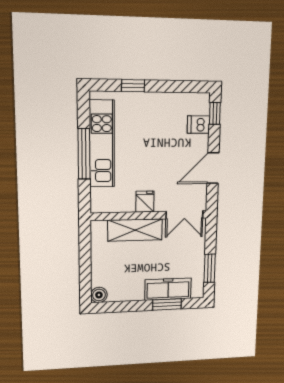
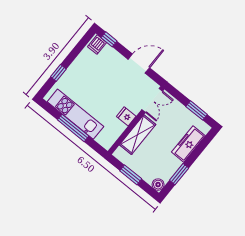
dishwasher: (198, 125) -> (97, 45), moved
door: (213, 168) -> (139, 64), swing flipped
window: (85, 259) -> (131, 175), added
window: (167, 304) -> (179, 174), moved

